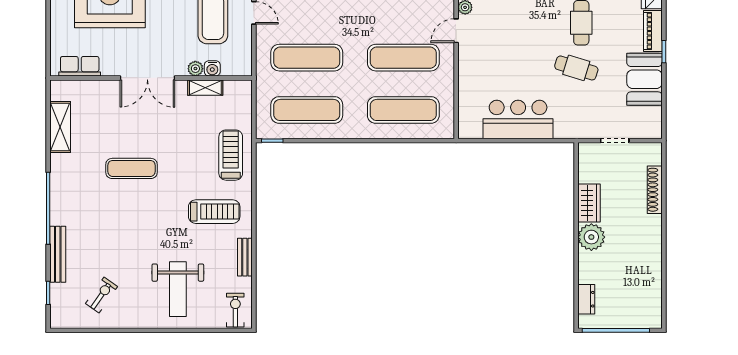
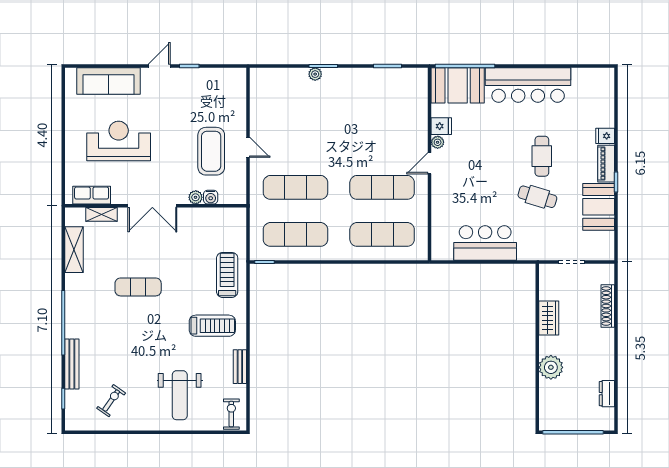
shelving: (205, 88) -> (101, 214), moved
plant: (591, 237) -> (551, 367), moved
dresser: (586, 299) -> (607, 394), moved, turned 180

